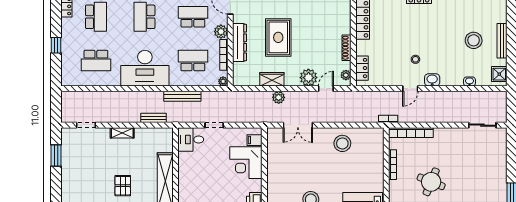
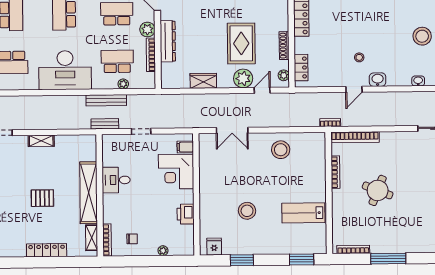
rug: (278, 37) -> (241, 43), moved
plant: (223, 81) -> (123, 84), moved
plant: (279, 97) -> (211, 100), removed
bench: (153, 118) -> (105, 124), moved
desk: (191, 139) -> (116, 180), moved
pallet: (123, 186) -> (42, 198), turned 90

